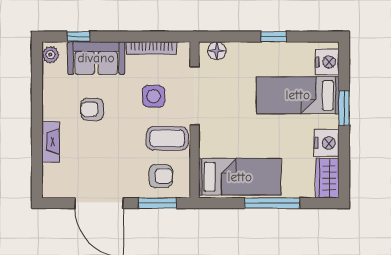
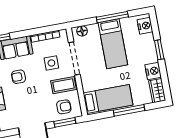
window: (274, 37) -> (112, 17), width x2.17
bed: (298, 95) -> (113, 44), moved, turned -90

